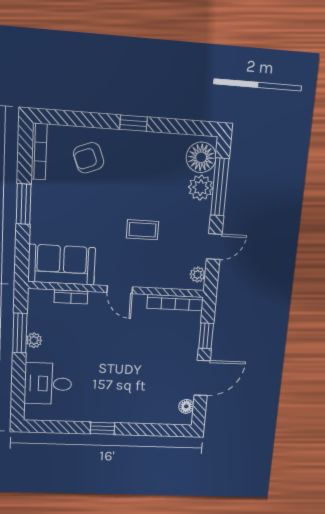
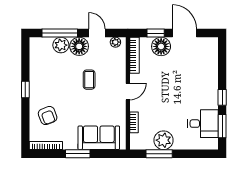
floor lamp: (201, 157) -> (79, 46), moved
sofa: (62, 265) -> (99, 138), moved, turned 90
plant: (34, 340) -> (164, 140), width x1.88, depth x1.88
desk: (48, 384) -> (203, 124), moved, turned -90
floor lamp: (186, 406) -> (161, 46), moved, width x1.89, depth x1.89
window: (59, 427) -> (222, 126), added

